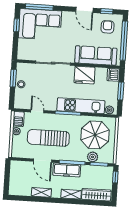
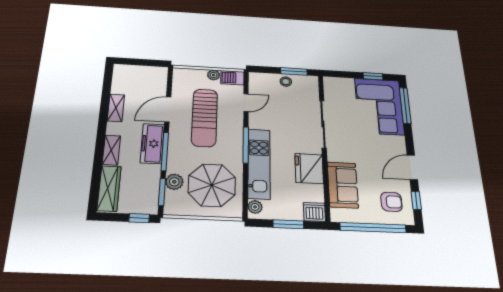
sofa: (96, 56) -> (343, 185), width x0.73
sun lounger: (48, 138) -> (205, 118), turned 180

